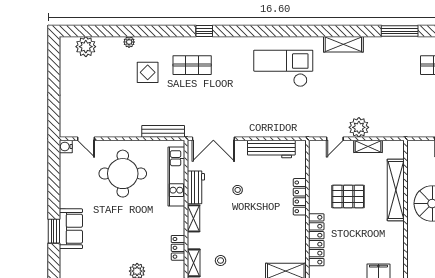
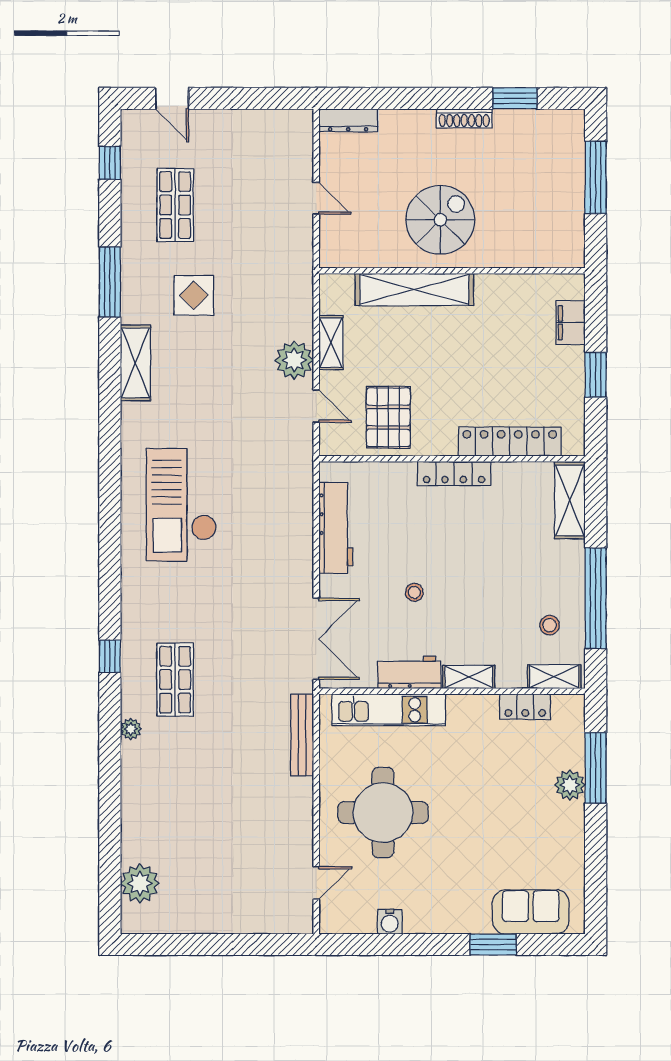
plant: (129, 42) -> (131, 729), moved
shelving: (343, 44) -> (135, 363), moved
display table: (148, 72) -> (194, 295), moved
water cooler: (66, 146) -> (390, 922), moved
pallet: (348, 196) -> (388, 417), moved
locker: (300, 197) -> (454, 473), moved
sofa: (71, 229) -> (531, 912), moved

